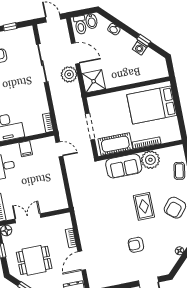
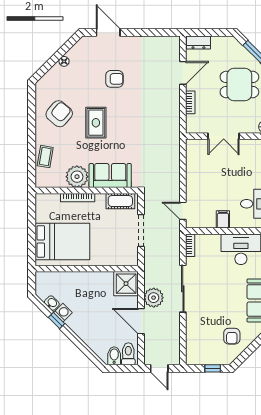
washbasin: (114, 29) -> (52, 303), moved
sliding door: (42, 63) -> (183, 289), moved
cot: (115, 144) -> (120, 201), width x0.73, depth x0.75
double door: (28, 218) -> (224, 136), moved

